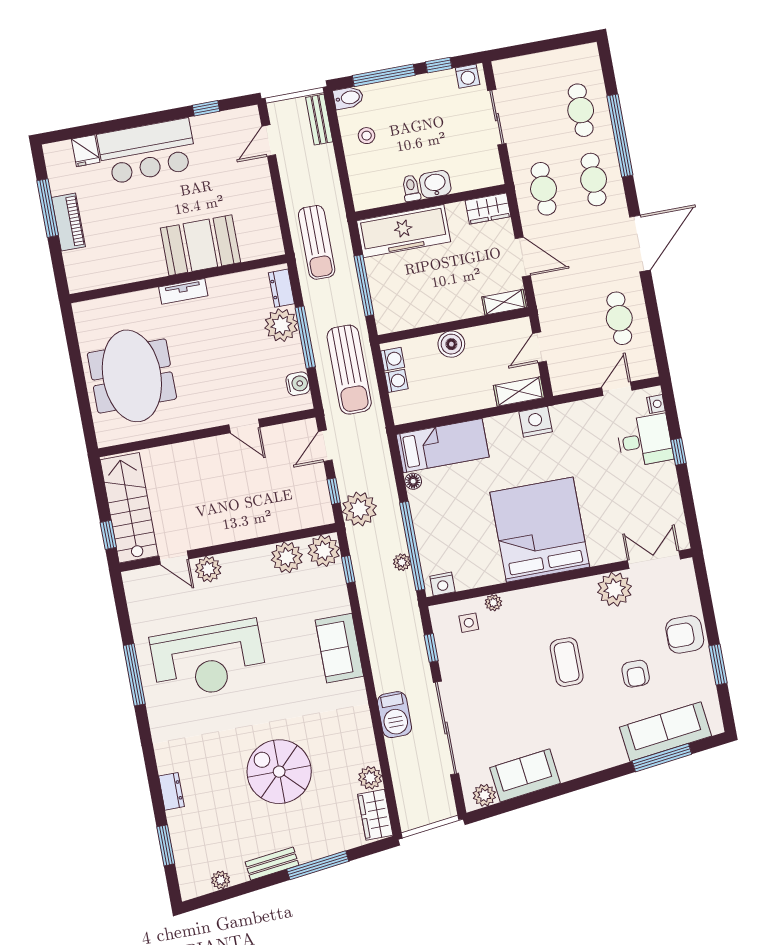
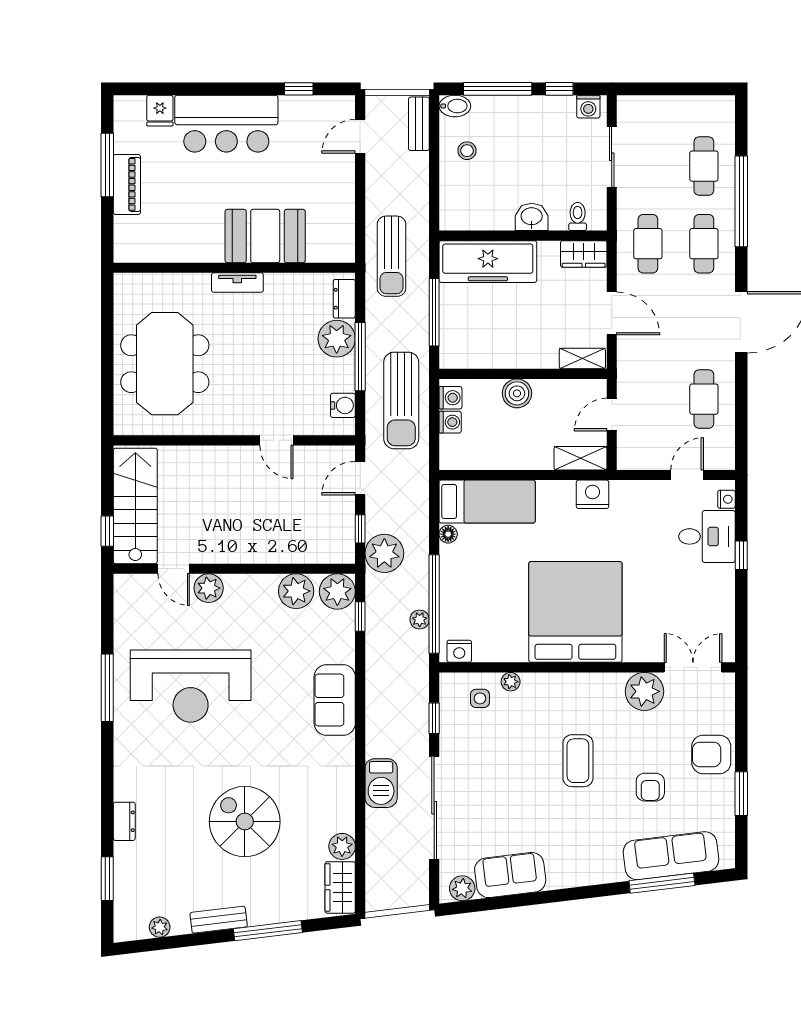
toilet: (411, 188) -> (578, 217), moved

